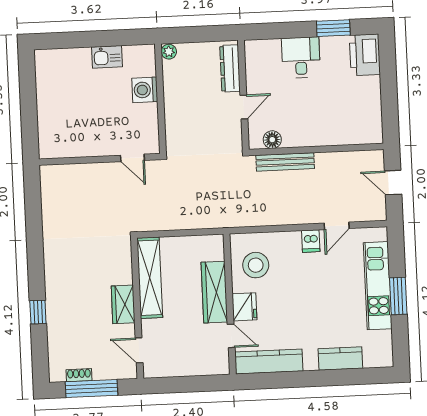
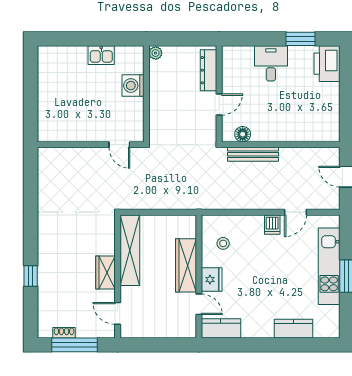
stool: (256, 265) -> (223, 243), width x0.53, depth x0.53
kitchen counter: (269, 362) -> (221, 328), width x0.67

